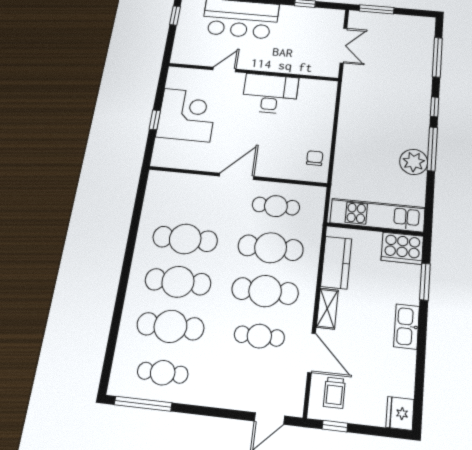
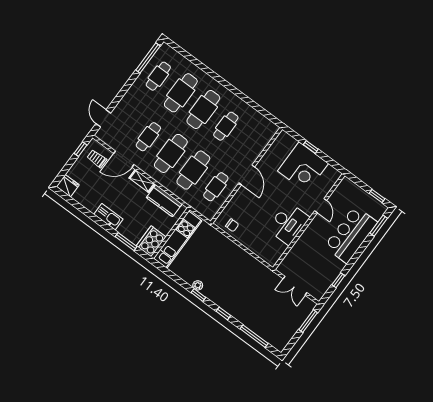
window: (432, 149) -> (198, 295), width x0.46
plant: (414, 162) -> (198, 285), width x0.53, depth x0.53
cafe table: (185, 239) -> (226, 126), width x0.73, depth x0.74

